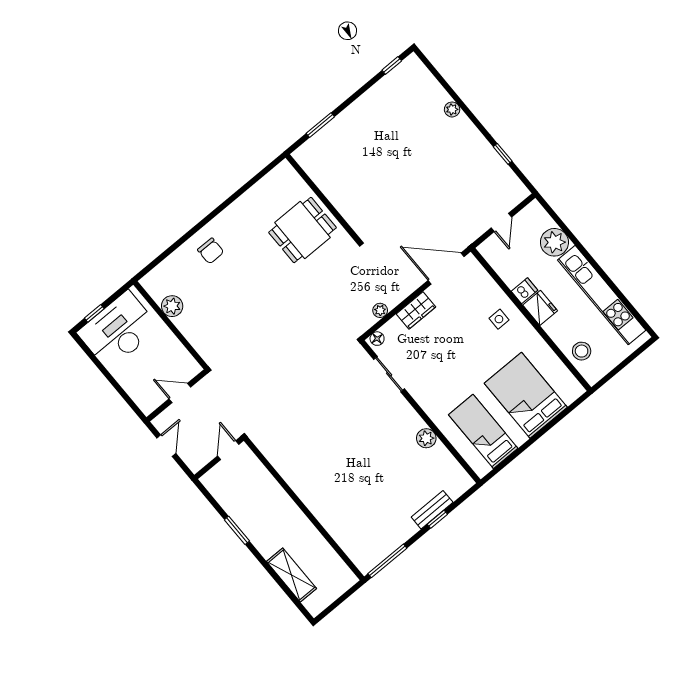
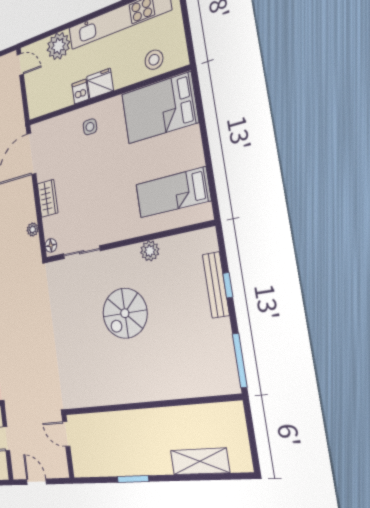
door: (501, 222) -> (20, 65), moved
bed: (526, 395) -> (159, 108), moved
spiral stairs: (363, 445) -> (125, 313), added
bench: (432, 510) -> (216, 285), width x1.36

